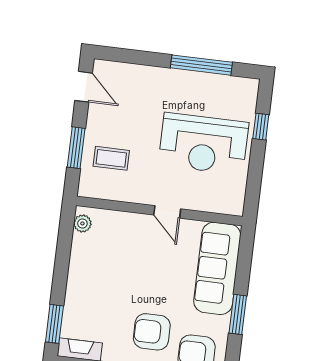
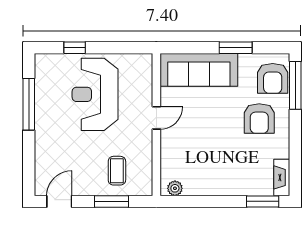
reception desk: (203, 144) -> (95, 94), turned 180

